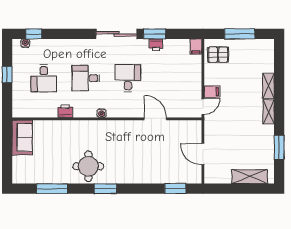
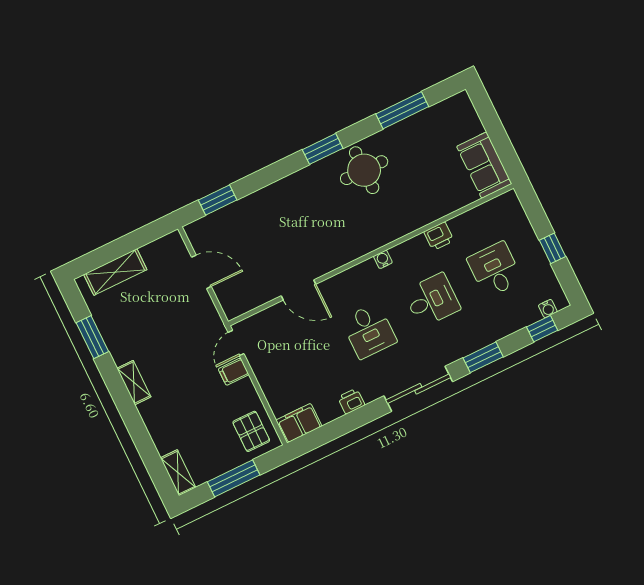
window: (154, 34) -> (483, 357), moved
filing cabinet: (196, 47) -> (299, 423), width x2.00
pallet: (218, 55) -> (251, 431), turned 90
shelving: (268, 86) -> (178, 473), moved

